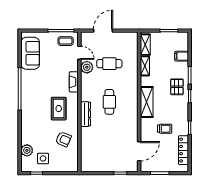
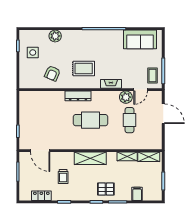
cafe table: (109, 102) -> (91, 120), width x1.37, depth x1.35
plant: (27, 150) -> (55, 36), moved
locker: (184, 150) -> (41, 196), width x0.66

